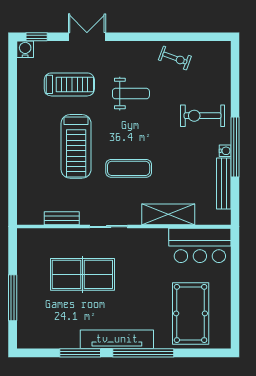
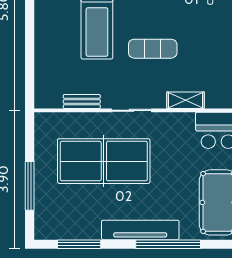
shelving: (168, 214) -> (185, 100), width x0.67, depth x0.75
table tennis table: (82, 274) -> (104, 161), width x1.36, depth x1.32
window: (80, 353) -> (79, 244), moved

